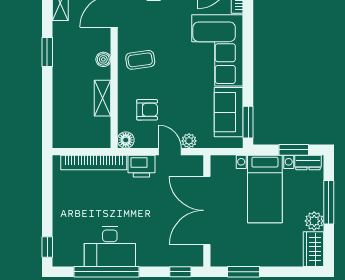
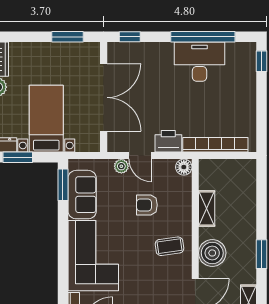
boiler: (103, 59) -> (212, 253), width x1.86, depth x1.86
armchair: (147, 110) -> (147, 205), moved

